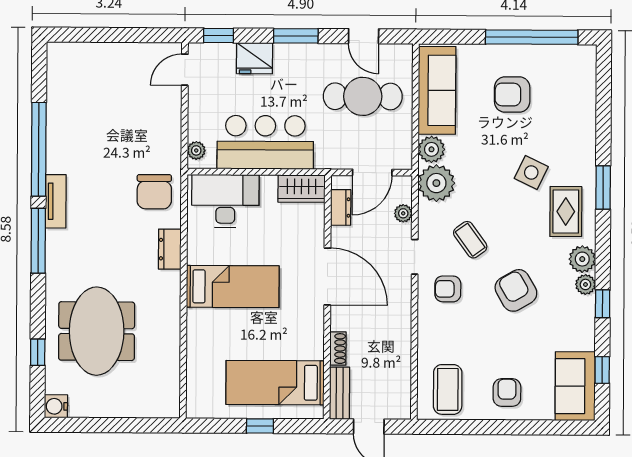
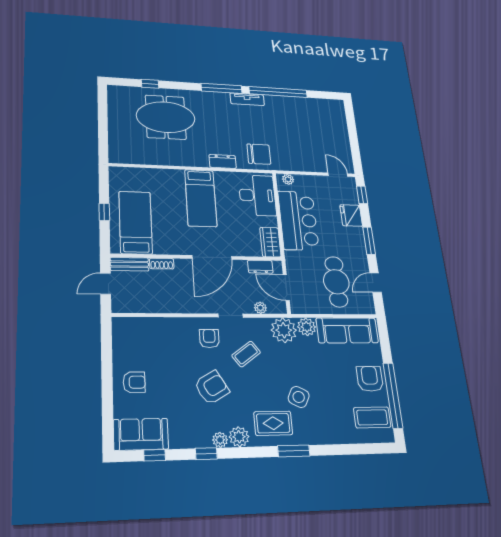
armchair: (512, 95) -> (370, 379), moved
chair: (154, 192) -> (259, 154), turned 180
coffee table: (448, 389) -> (372, 417), moved
water cooler: (56, 406) -> (115, 92), removed

